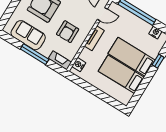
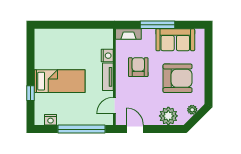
nightstand: (79, 65) -> (107, 56), moved
bed: (121, 74) -> (59, 58), removed

